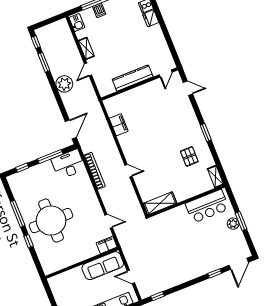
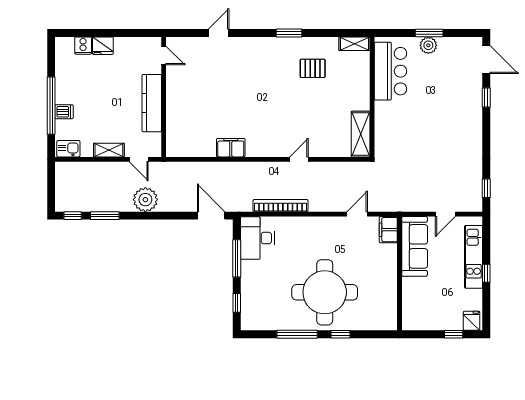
door: (166, 74) -> (164, 55), moved
kitchen counter: (133, 78) -> (152, 103), moved
wall: (139, 84) -> (164, 97), moved

